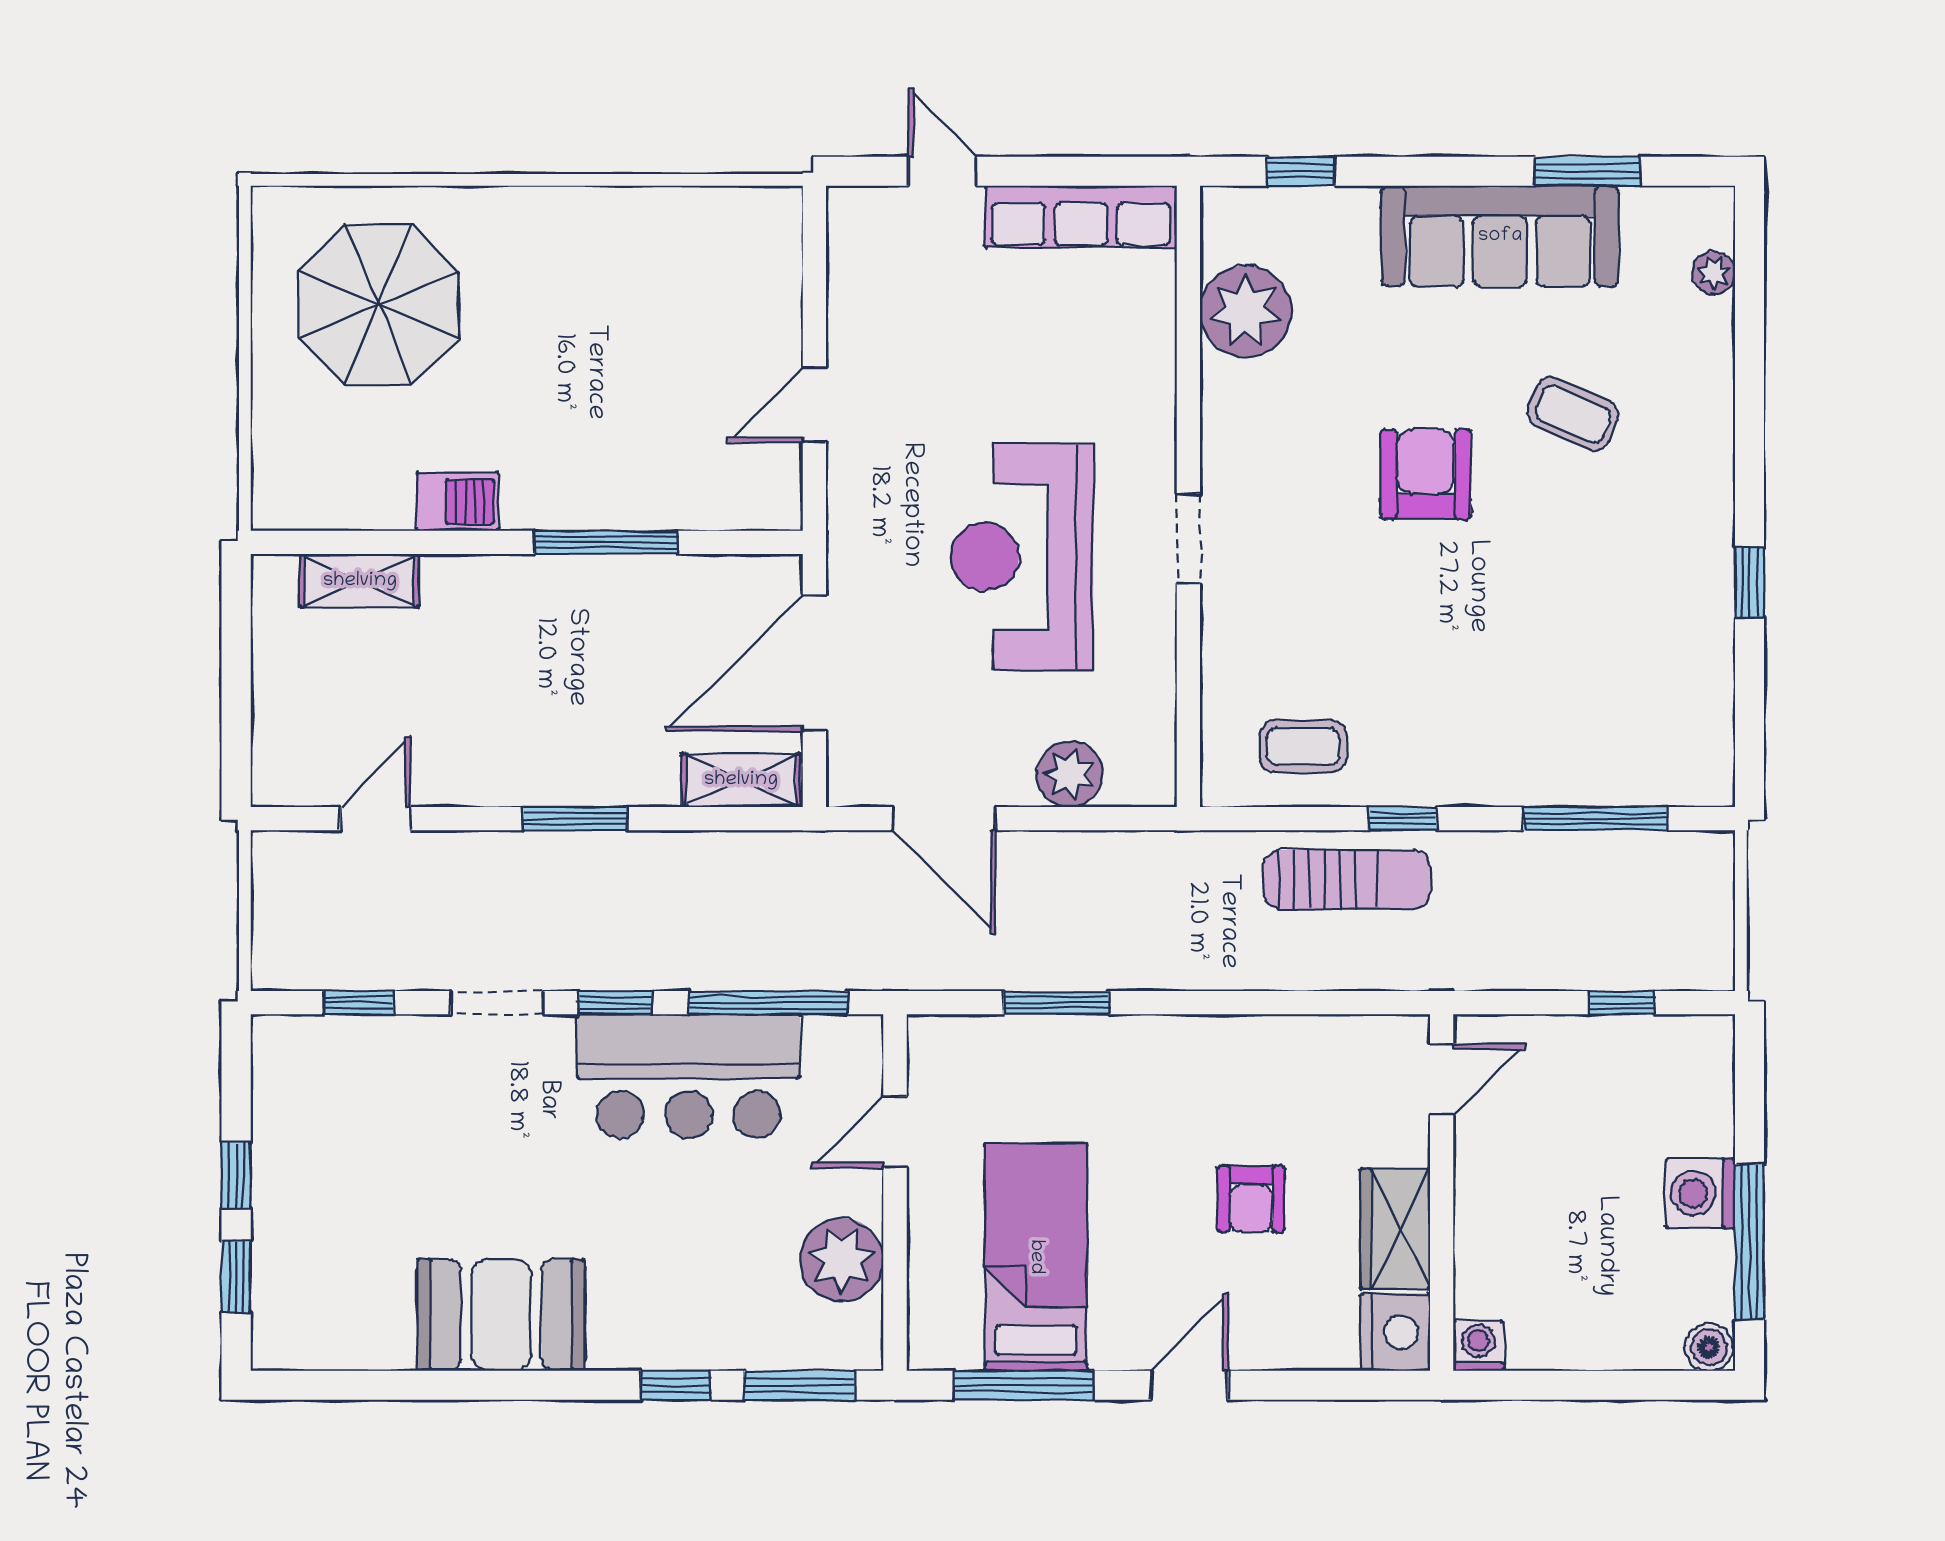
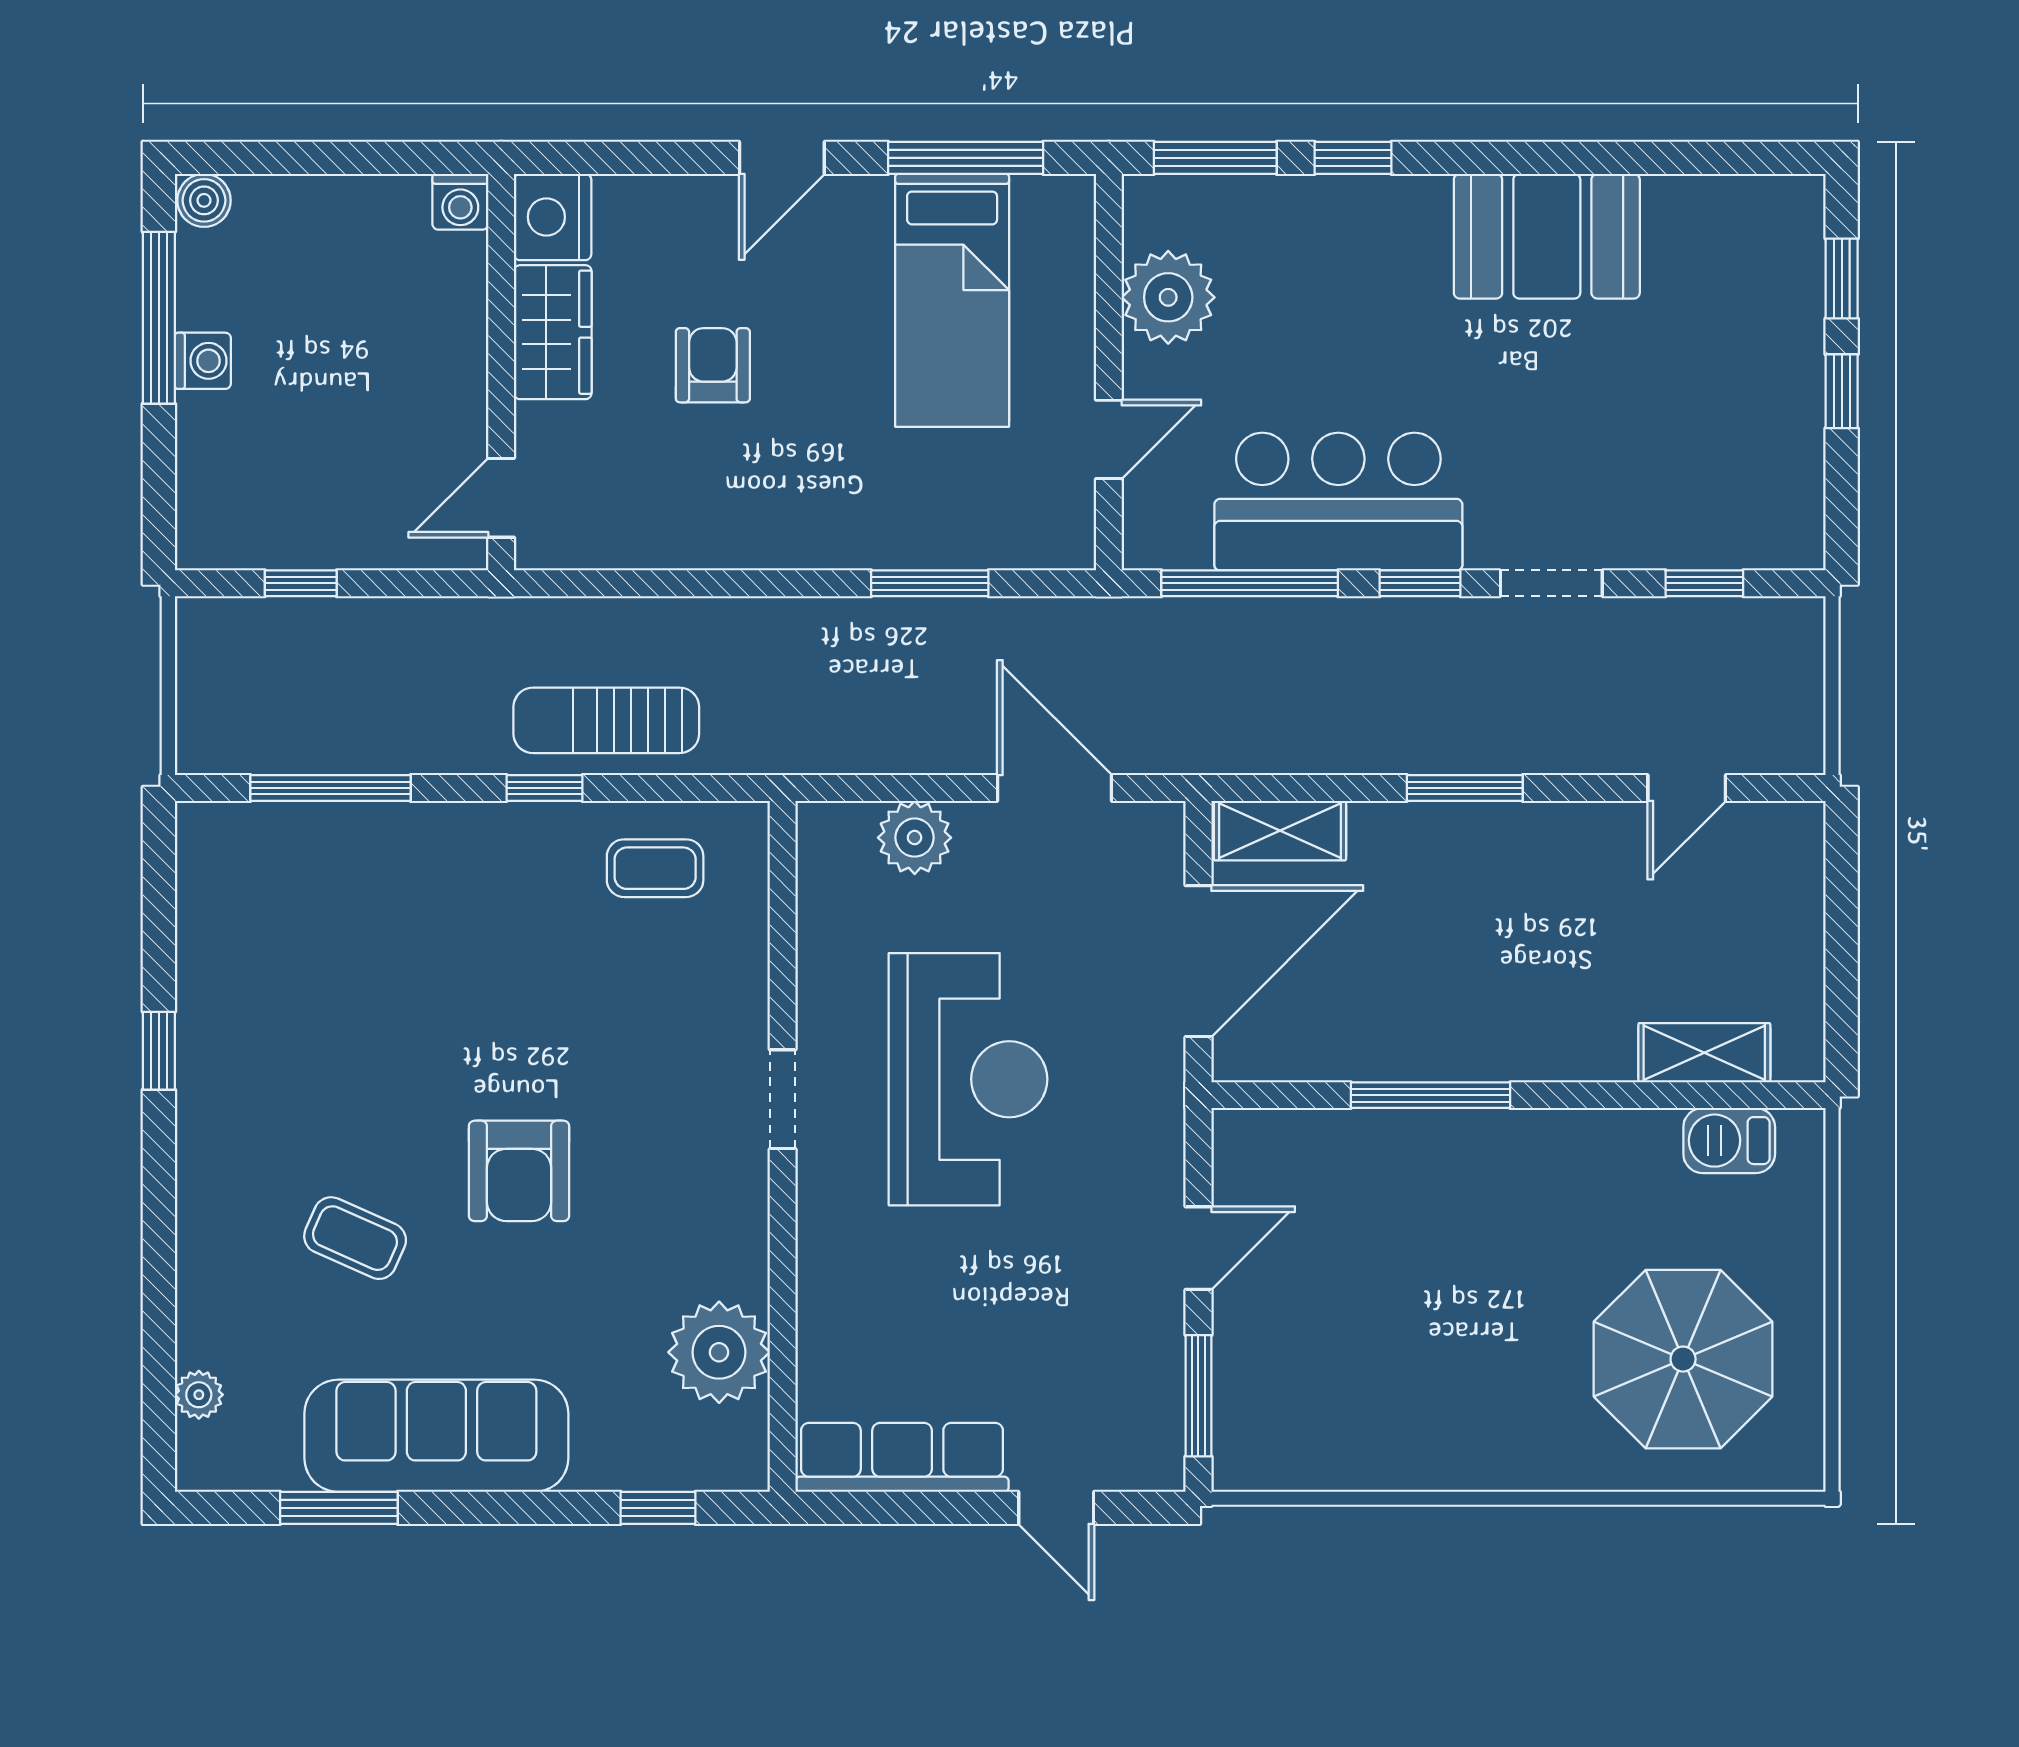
window: (814, 272) -> (1198, 1396), added
barbecue: (458, 501) -> (1729, 1141), moved
washing machine: (1700, 1193) -> (203, 361), width x0.73, depth x0.73

